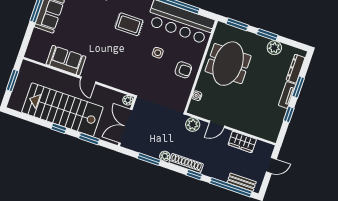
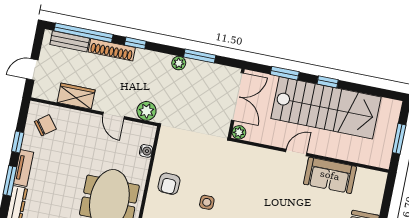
armchair: (183, 70) -> (169, 184), turned -88
door: (88, 80) -> (296, 153), hinge flipped
door: (217, 124) -> (114, 116), swing flipped
chair: (267, 124) -> (45, 125), added
shoe rack: (186, 163) -> (112, 50), moved

